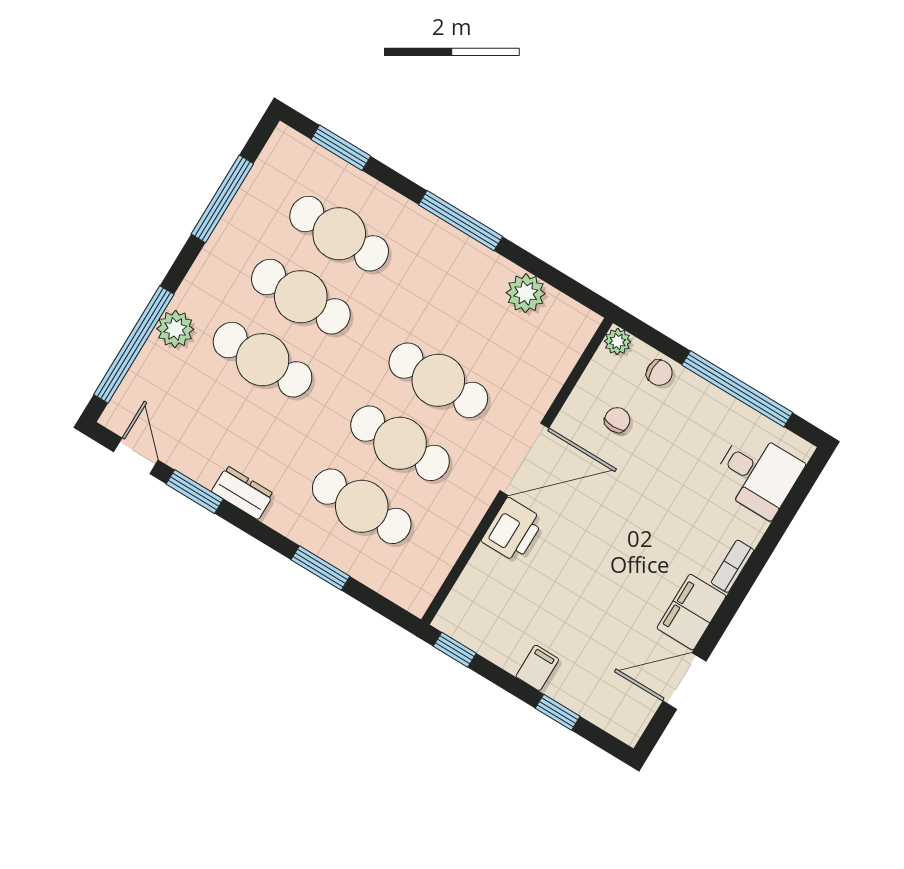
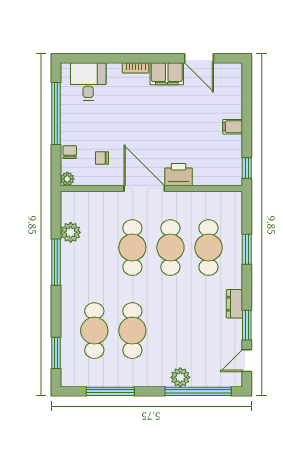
window: (461, 221) -> (56, 262), moved
cafe table: (263, 360) -> (170, 331), removed
window: (558, 712) -> (247, 106), removed

